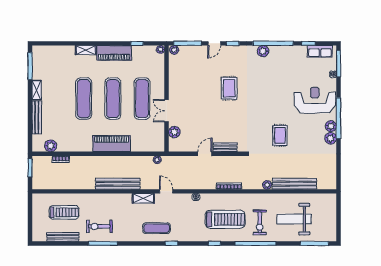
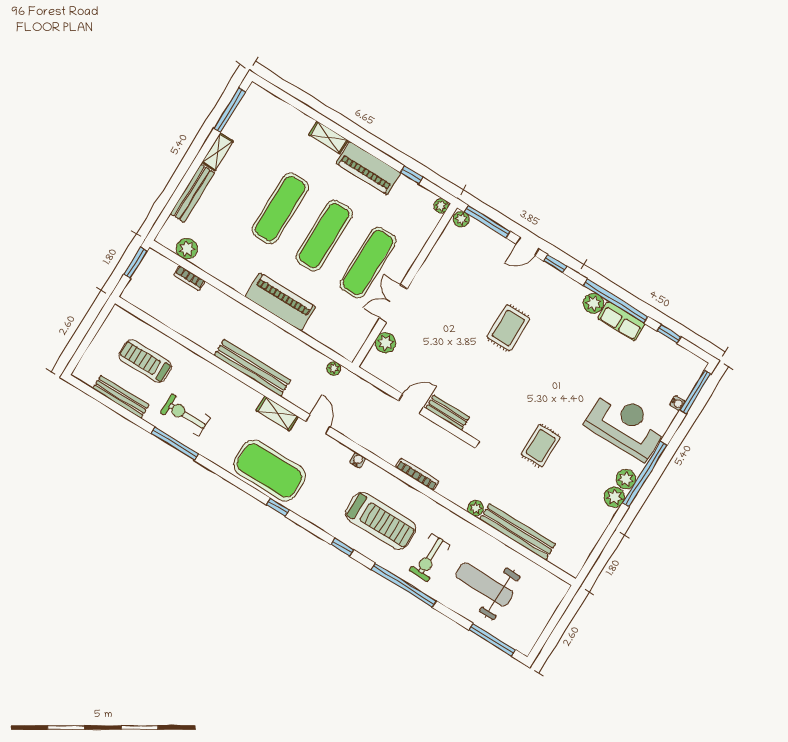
row of seats: (320, 51) -> (621, 321), moved
treadmill: (64, 212) -> (145, 361), turned 180
exercise mat: (157, 228) -> (269, 470), width x2.00, depth x1.45

